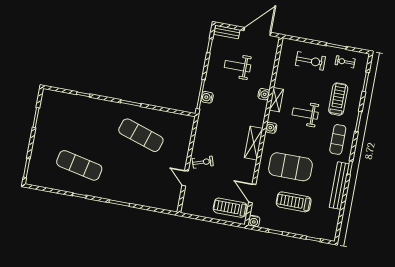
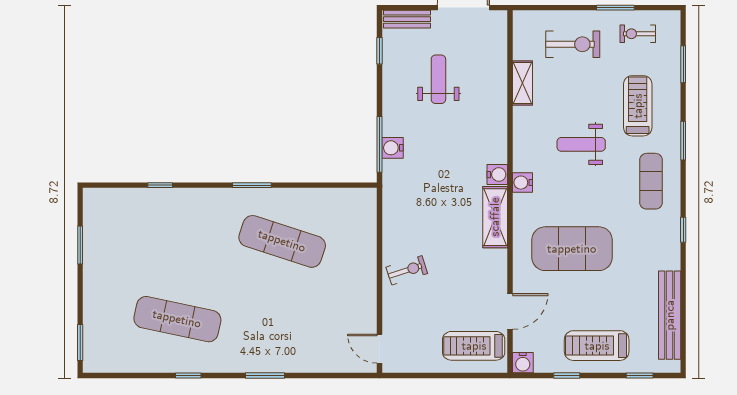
weight bench: (237, 66) -> (438, 79), turned 90
water cooler: (264, 94) -> (497, 175), moved
shelving: (276, 100) -> (522, 83), moved
door: (185, 178) -> (379, 349), moved
bench: (339, 186) -> (670, 315), moved
door: (252, 193) -> (510, 311), swing flipped
treadmill: (294, 202) -> (597, 346), moved

